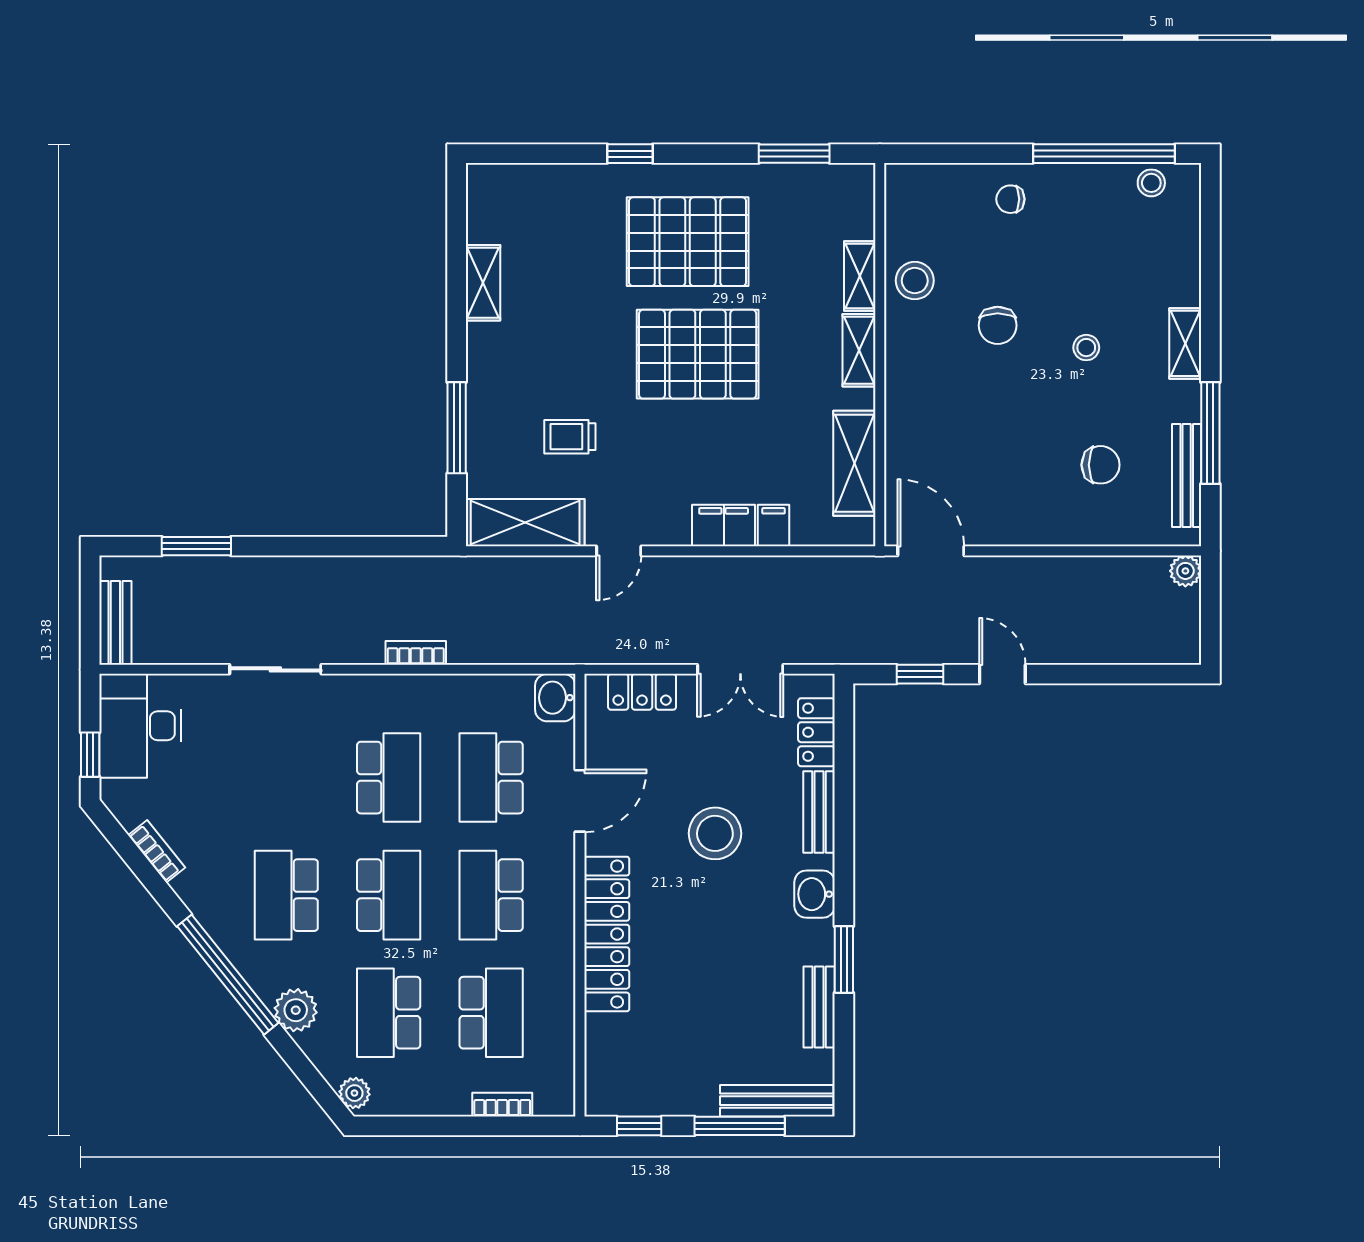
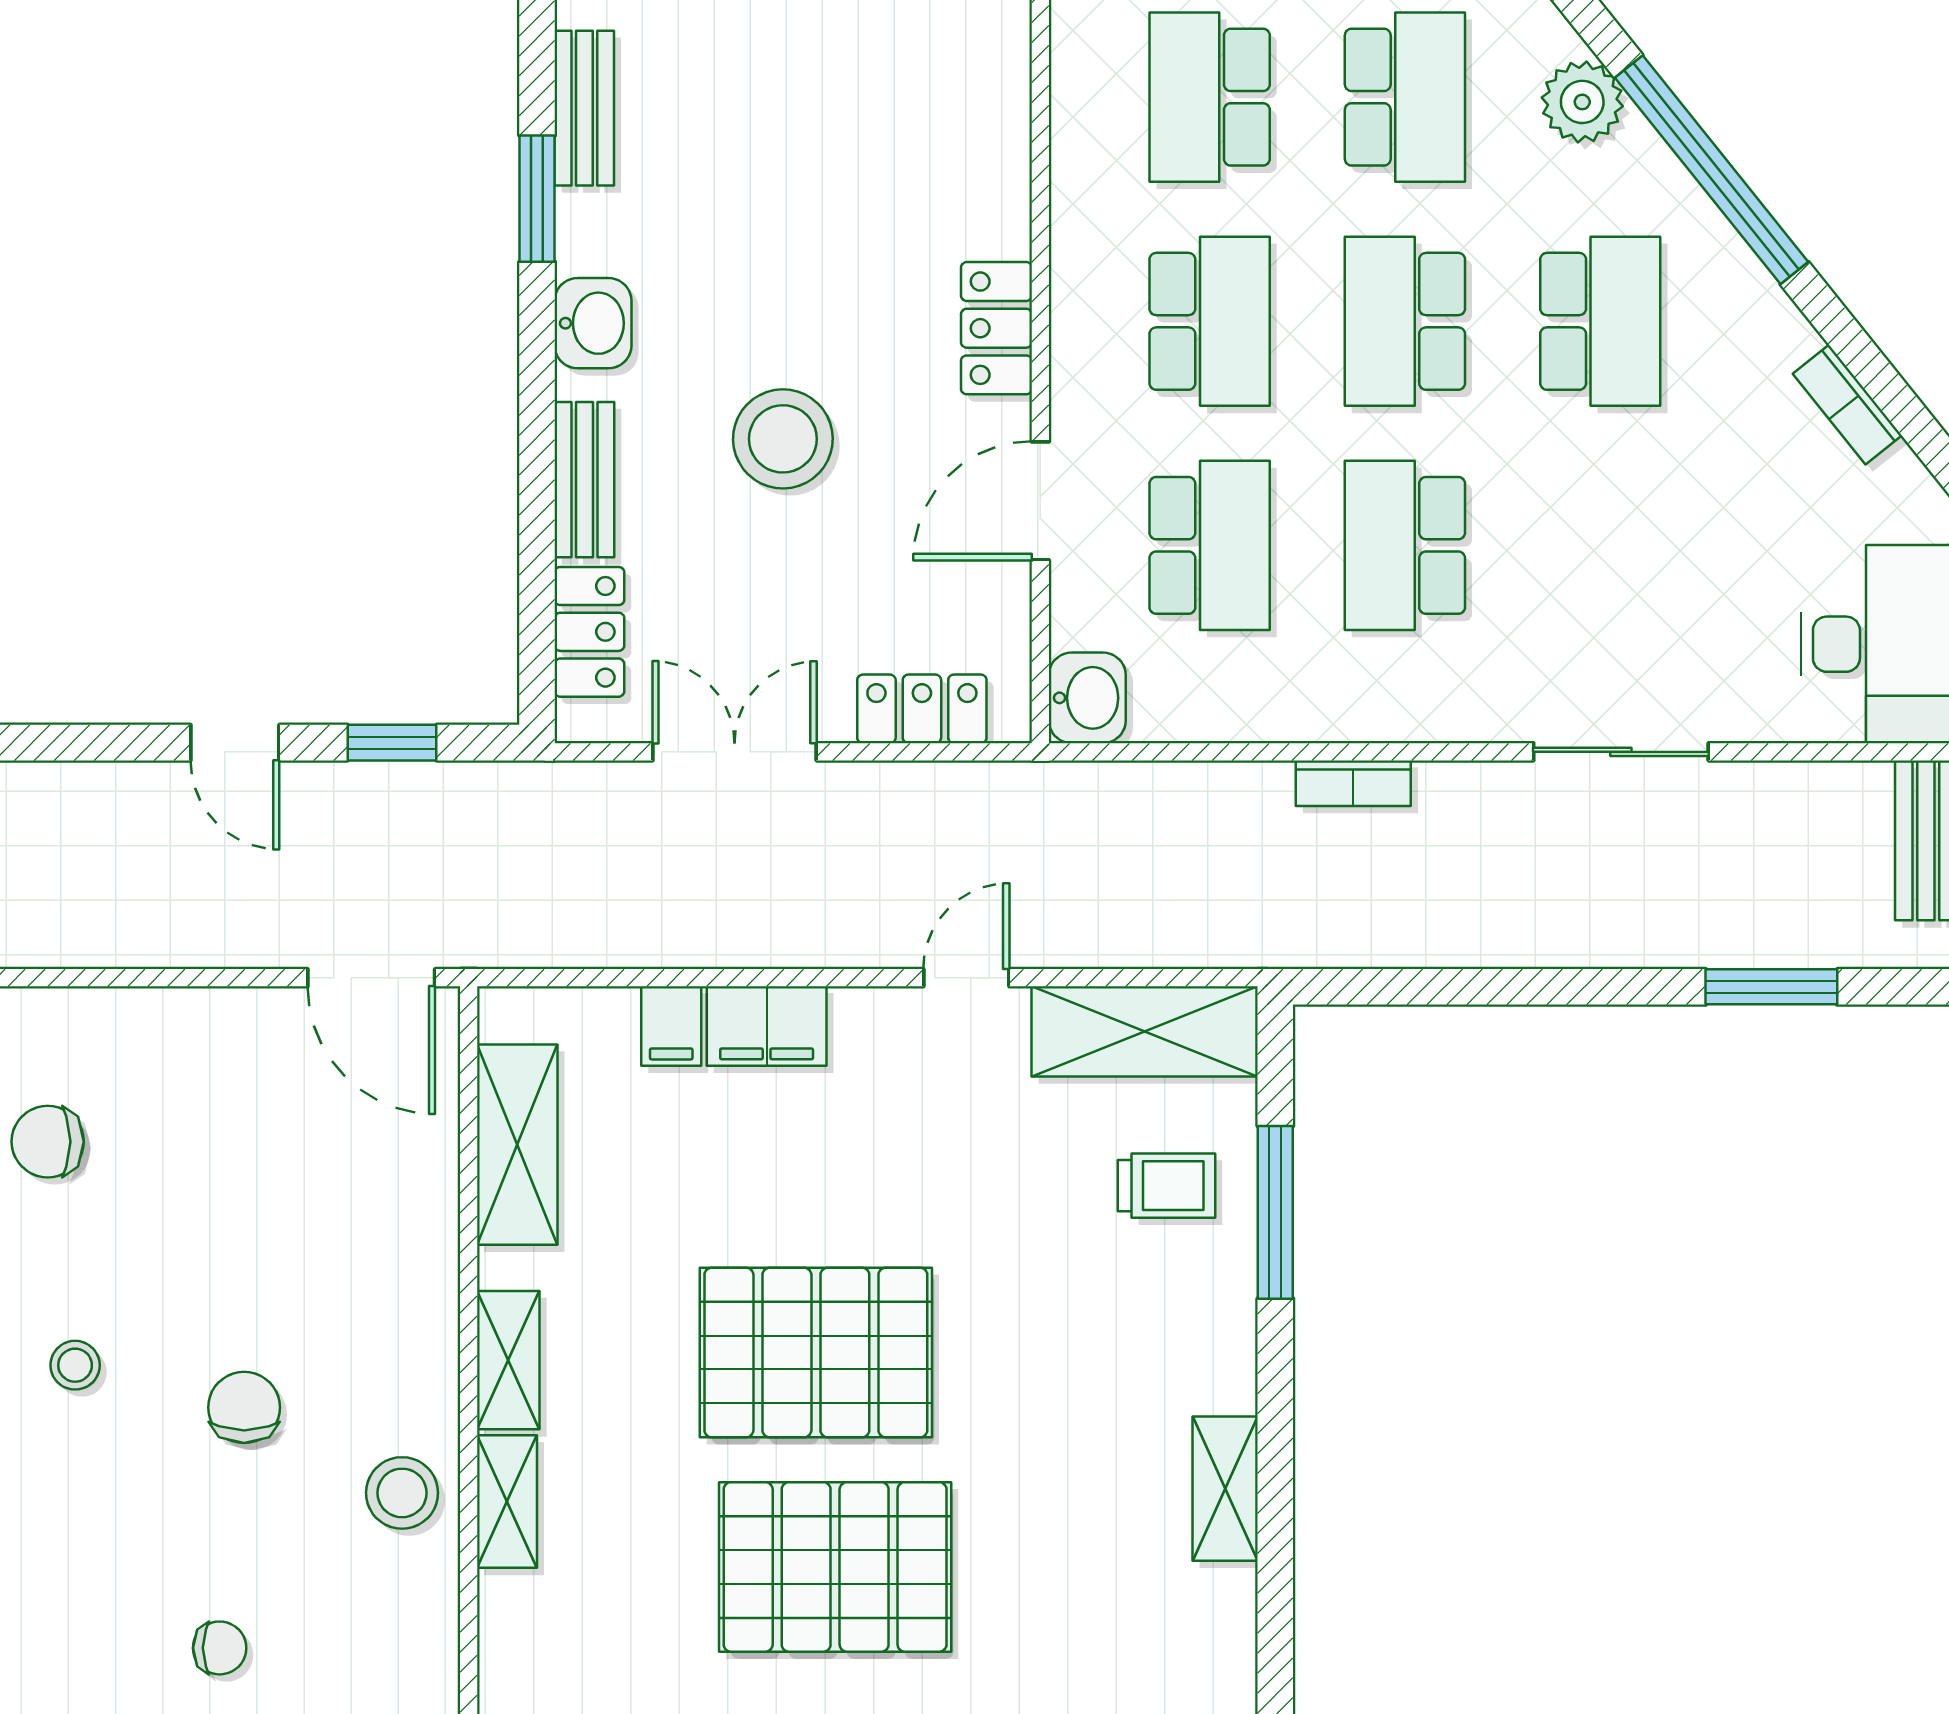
trolley: (570, 437) -> (1167, 1186), moved
locker: (607, 934) -> (996, 328), width x0.46, depth x0.83

